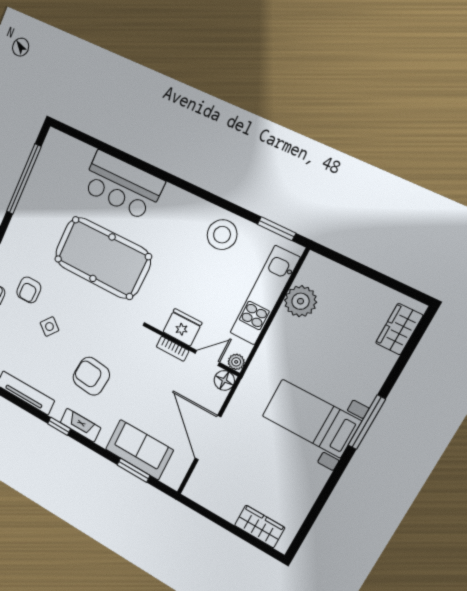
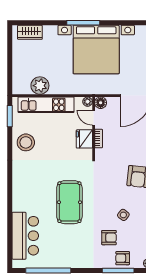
bar counter: (122, 185) -> (25, 236), moved
pool table: (102, 258) -> (69, 202), width x0.73, depth x0.76
bed with nightstands: (311, 418) -> (96, 50), width x1.85

